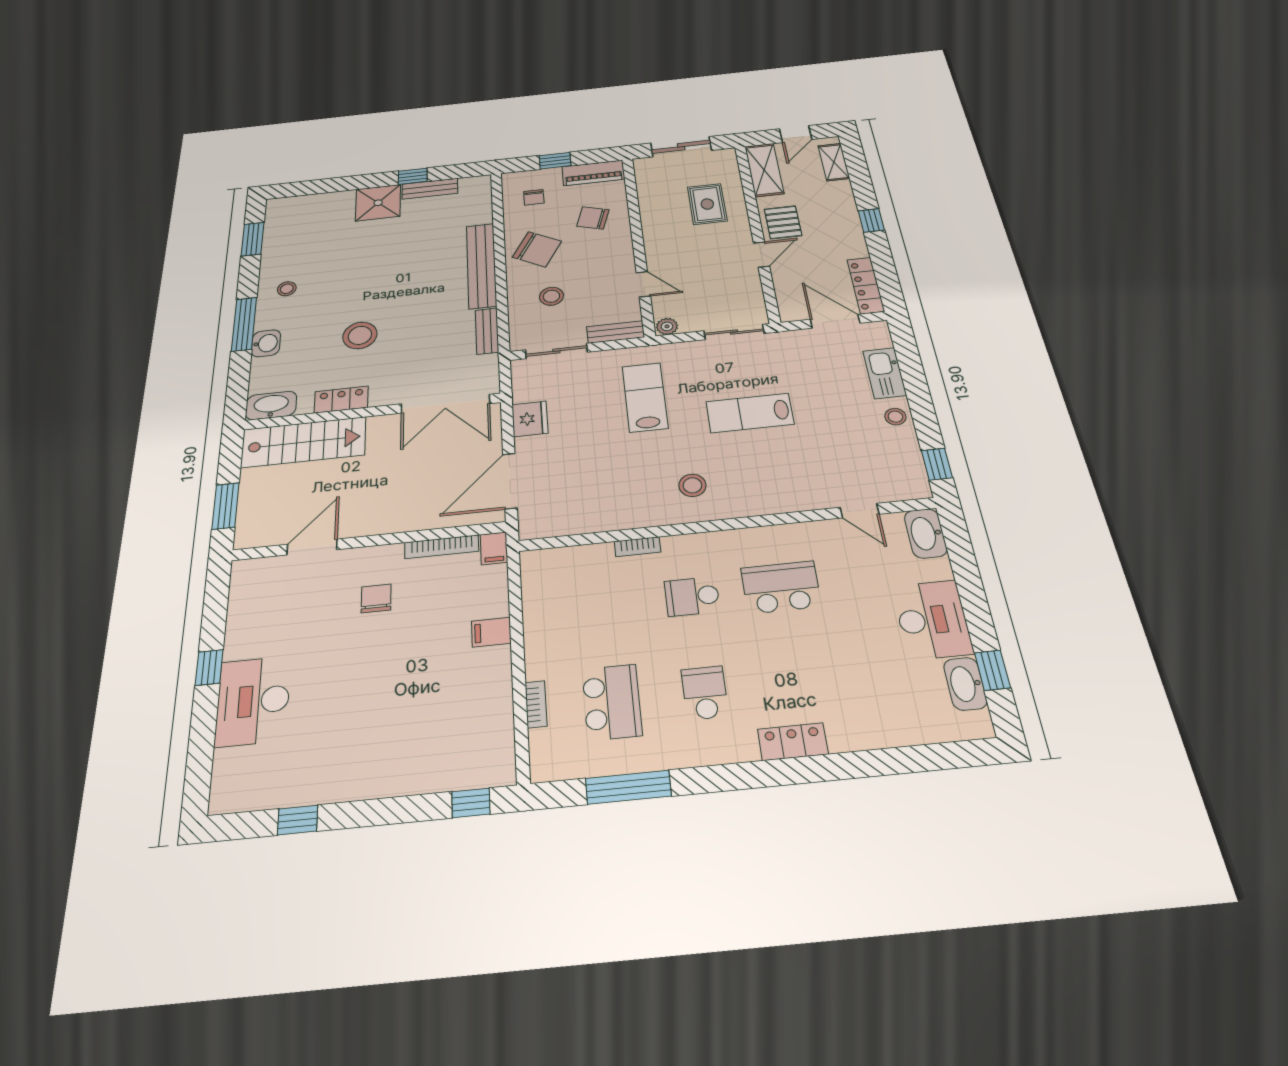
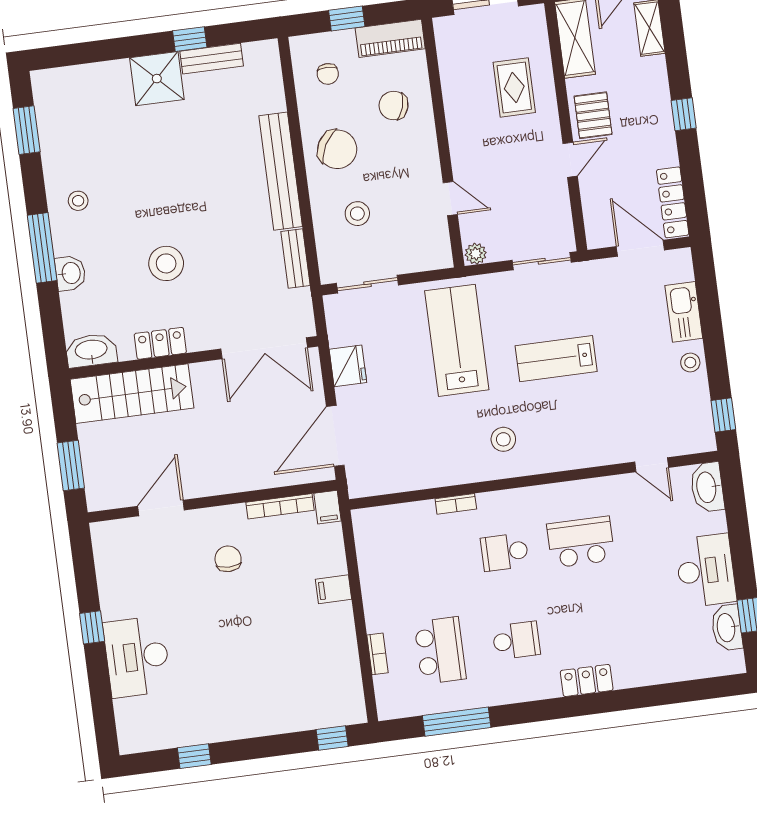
bench: (616, 332) -> (425, 260), removed
lab bench: (645, 397) -> (457, 340), width x1.36, depth x1.39
school desk: (705, 693) -> (516, 640), turned 90

